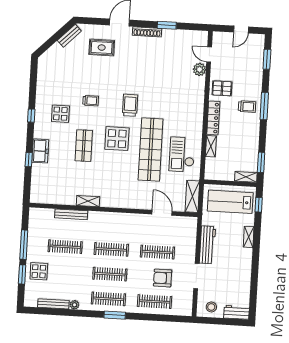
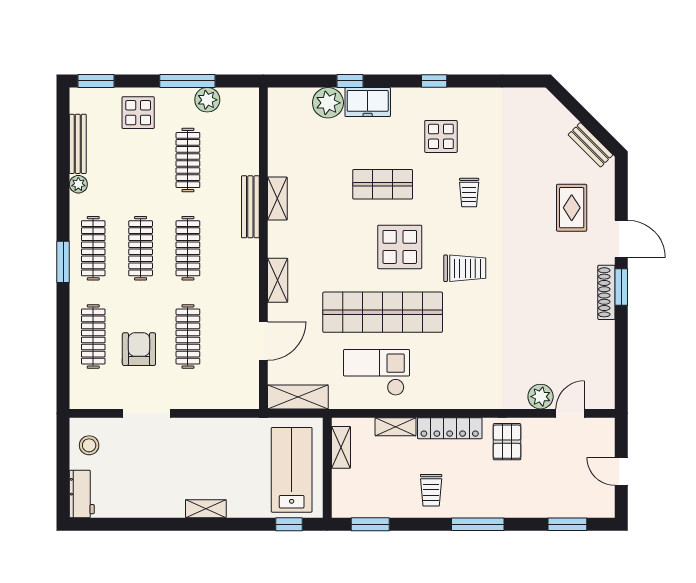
window: (167, 25) -> (621, 287), moved
trolley: (247, 107) -> (431, 490), moved
plant: (39, 172) -> (328, 103), added
shelving: (246, 177) -> (341, 447), moved
shelving: (131, 203) -> (278, 280), added
bench: (71, 214) -> (250, 207), moved
plant: (34, 235) -> (207, 100), added
shelving: (249, 237) -> (206, 509), moved
workbench: (207, 245) -> (207, 431), removed
window: (22, 274) -> (96, 81), moved

